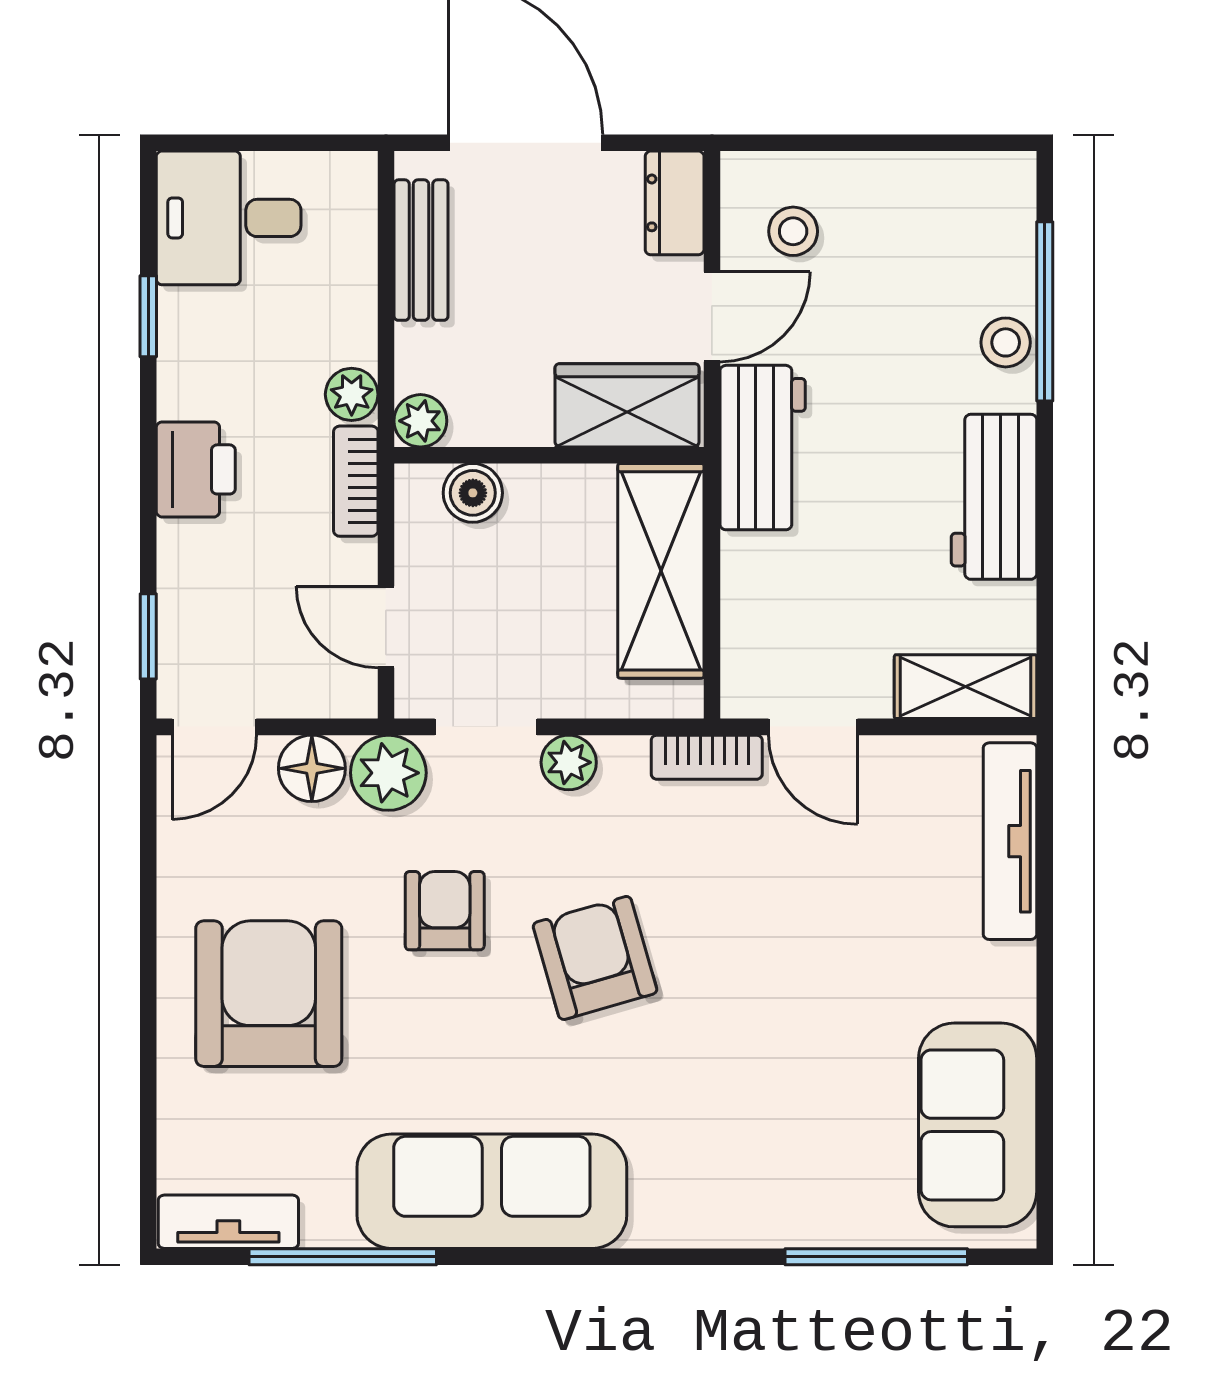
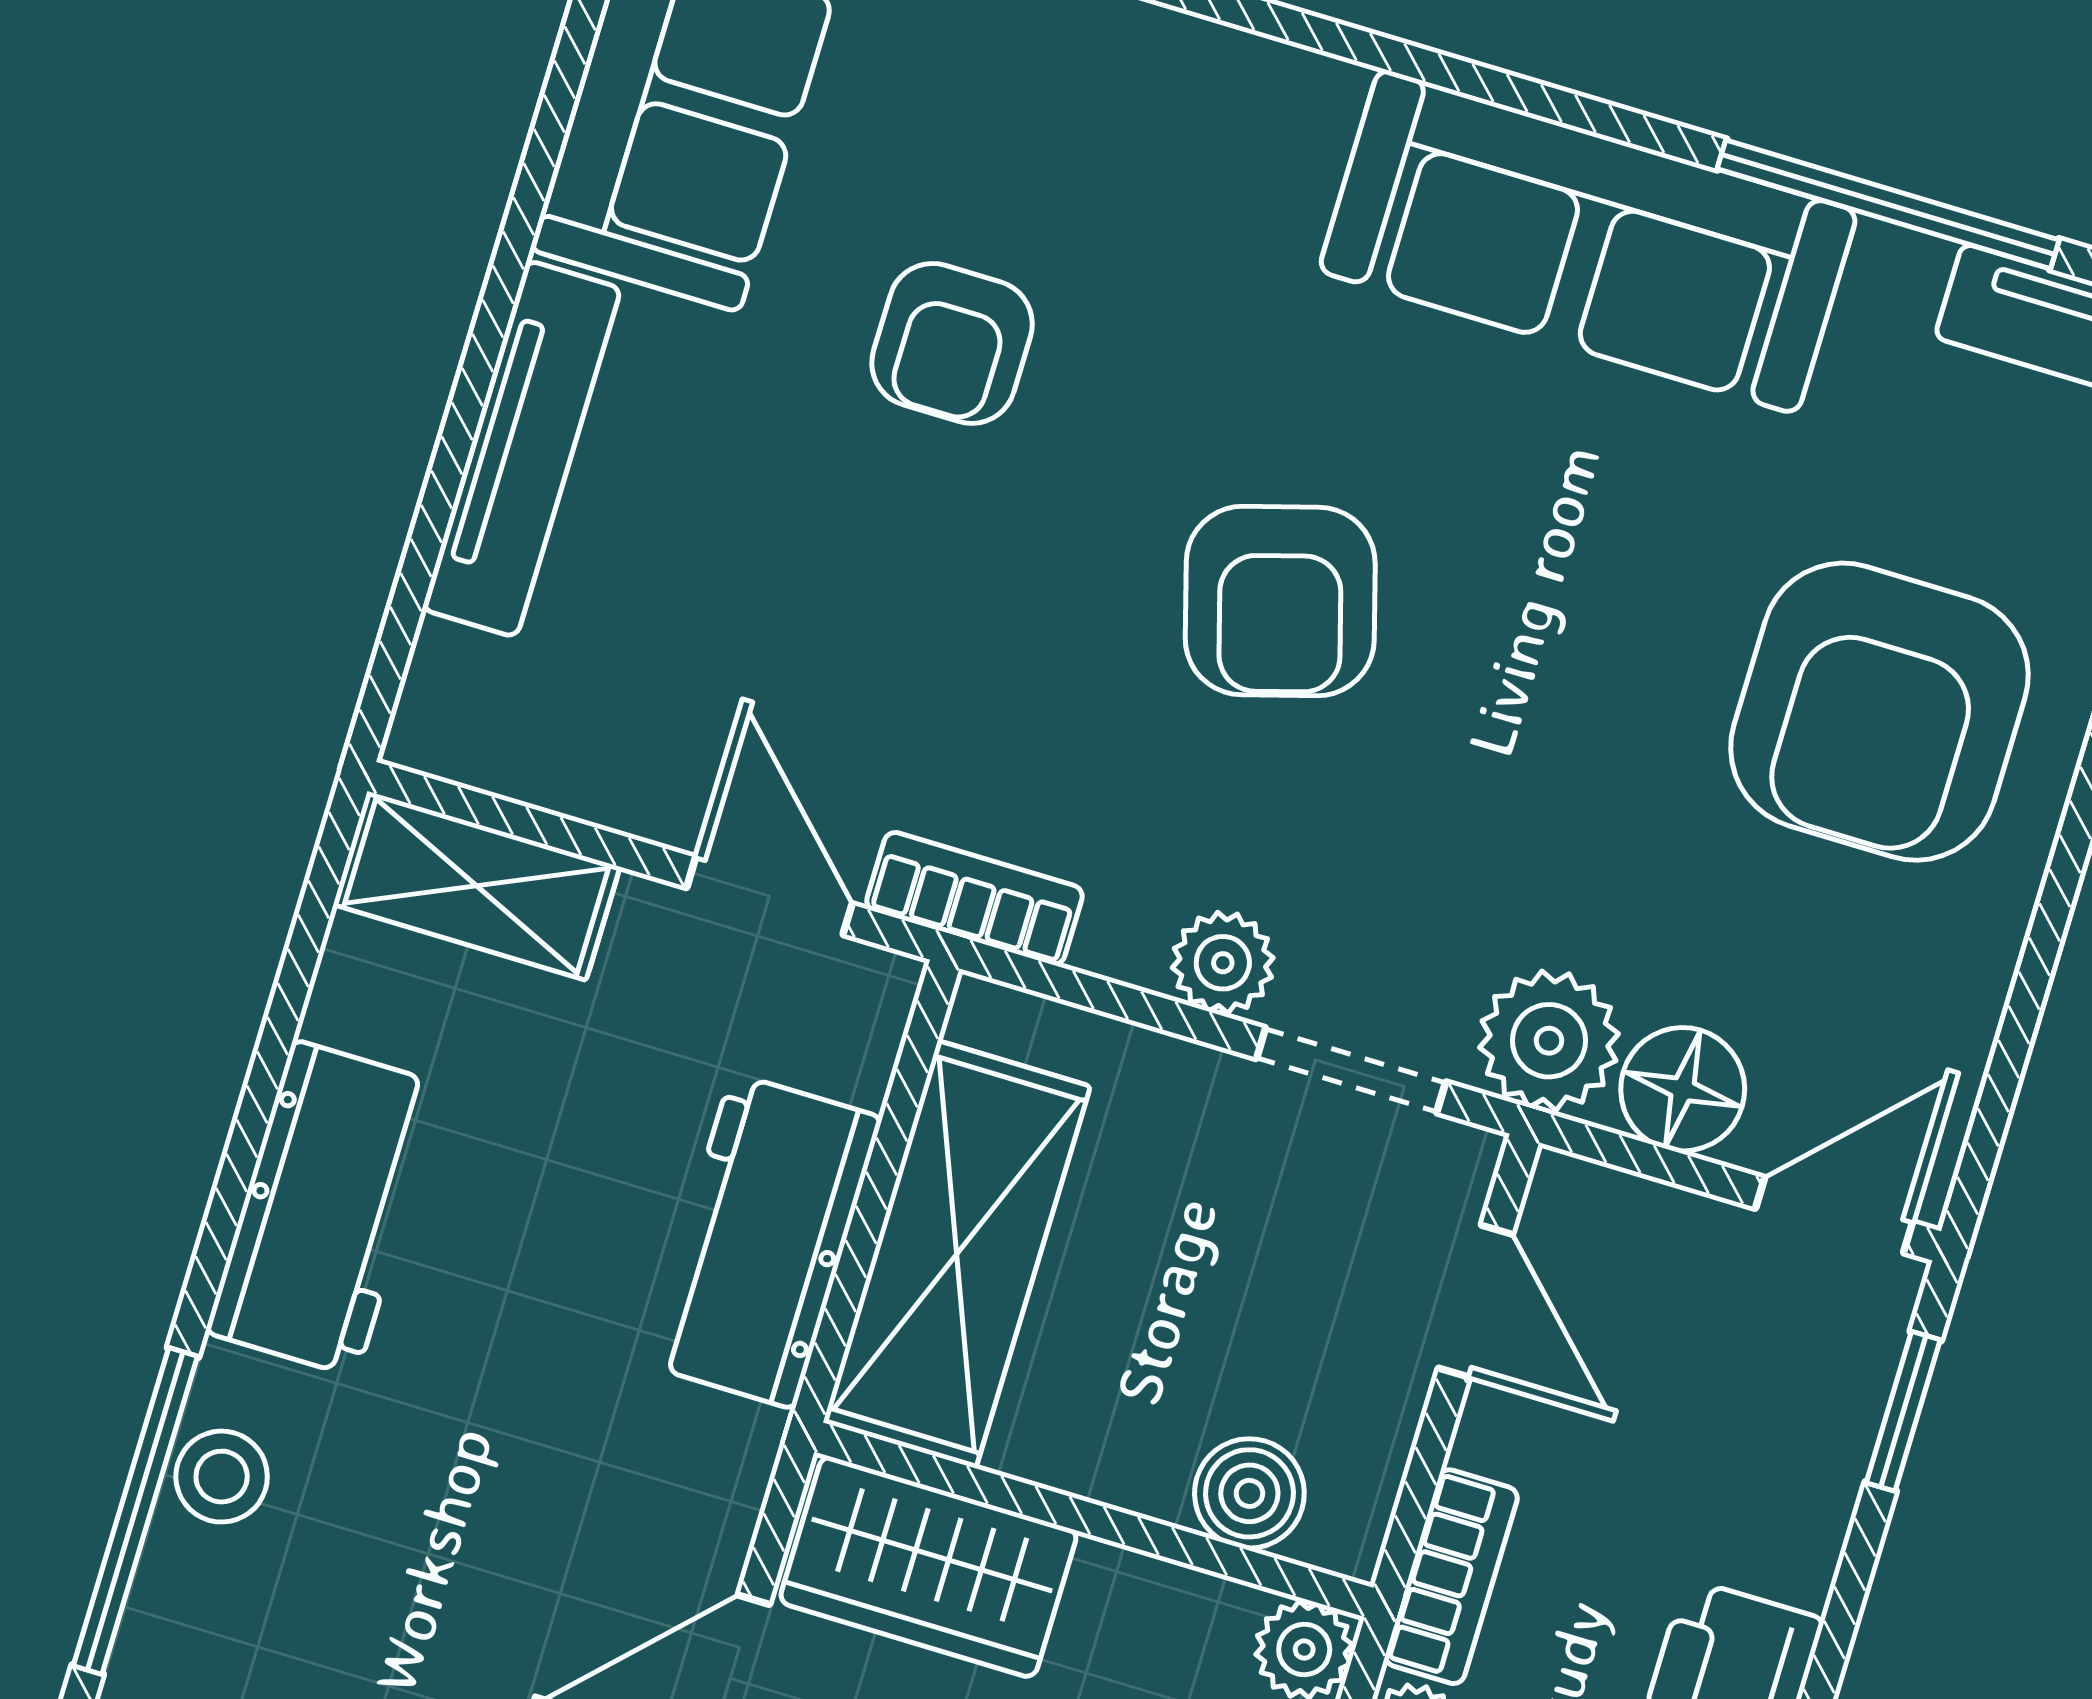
workbench: (763, 448) -> (763, 1241), moved
tv unit: (1010, 841) -> (522, 449), moved
armchair: (445, 911) -> (952, 343), moved

